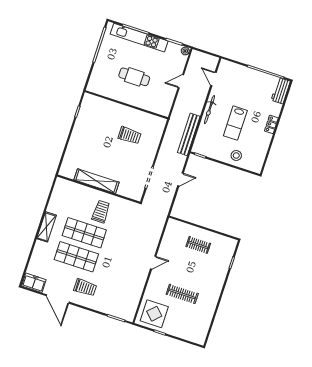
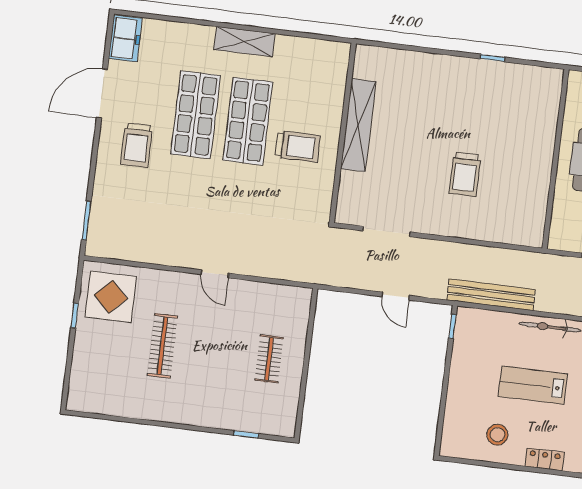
wall: (126, 105) -> (556, 159), moved
stool: (236, 155) -> (497, 435), moved

